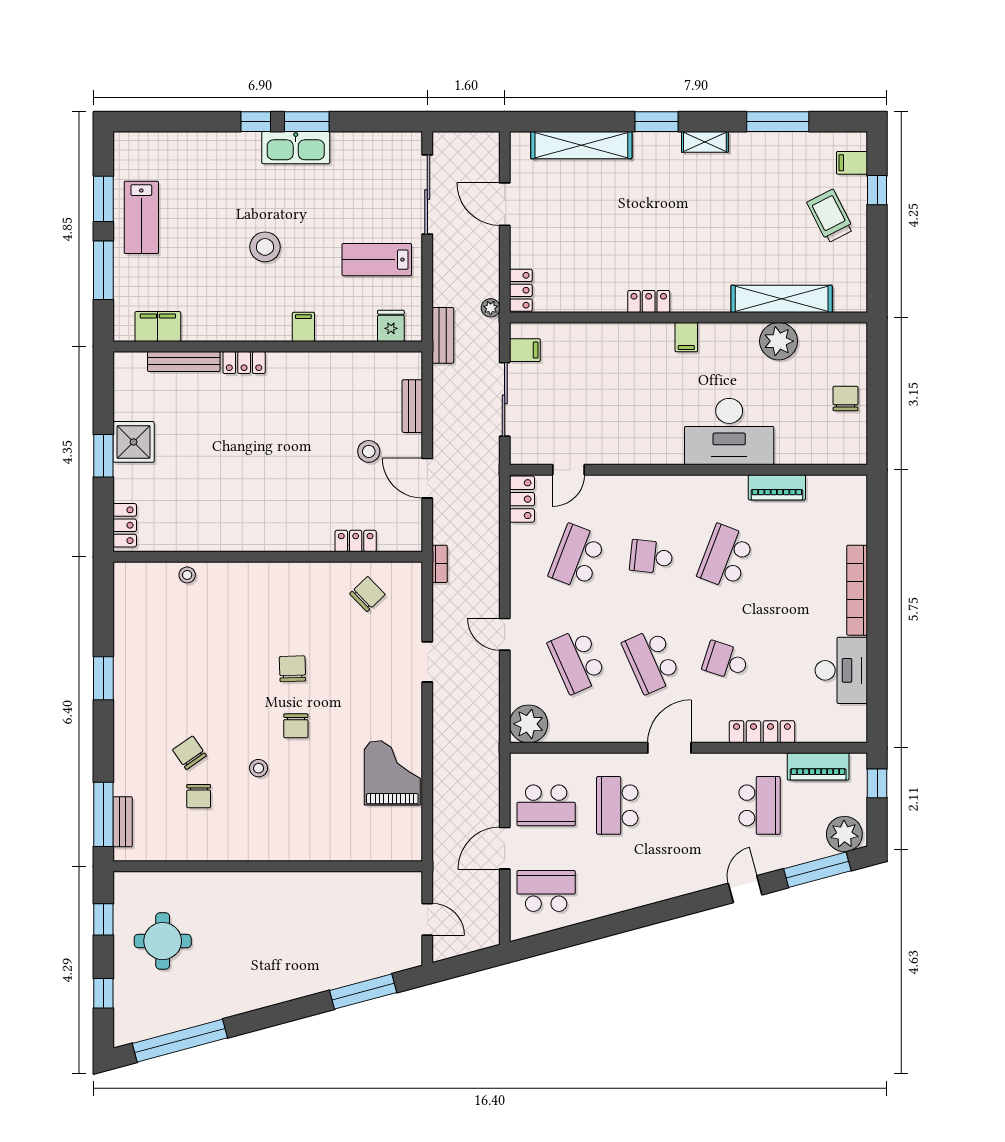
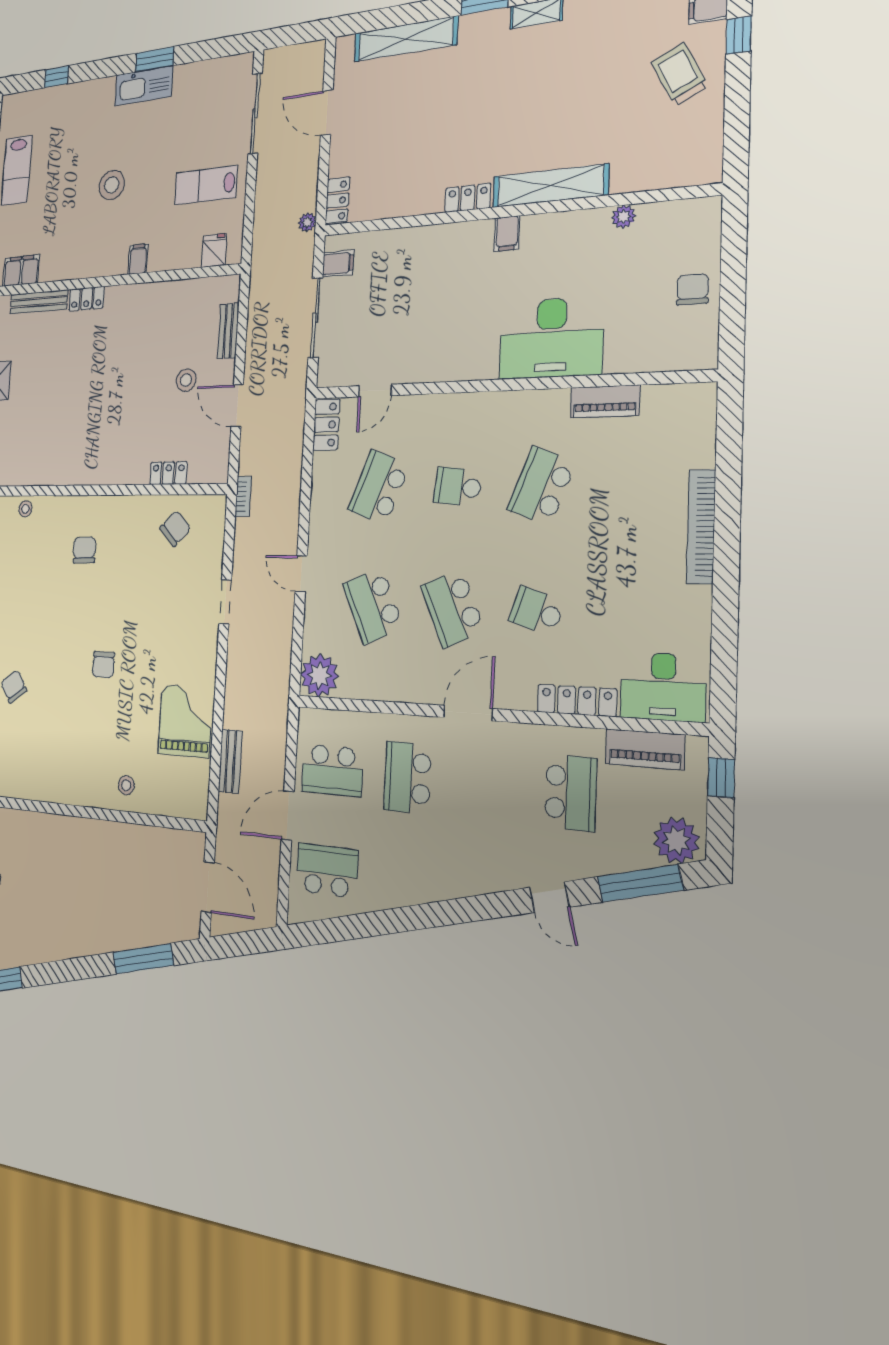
window: (256, 122) -> (56, 77), moved
shelving: (782, 299) -> (550, 186), moved
bench: (443, 335) -> (230, 761), moved
plant: (779, 341) -> (624, 217), width x0.53, depth x0.53
chair: (292, 669) -> (84, 550), moved
desk: (841, 670) -> (663, 687), moved, turned 90
stool: (259, 768) -> (126, 785), moved
chair: (199, 796) -> (18, 731), removed
door: (745, 889) -> (549, 897), swing flipped
door: (427, 919) -> (208, 887), width x1.38

